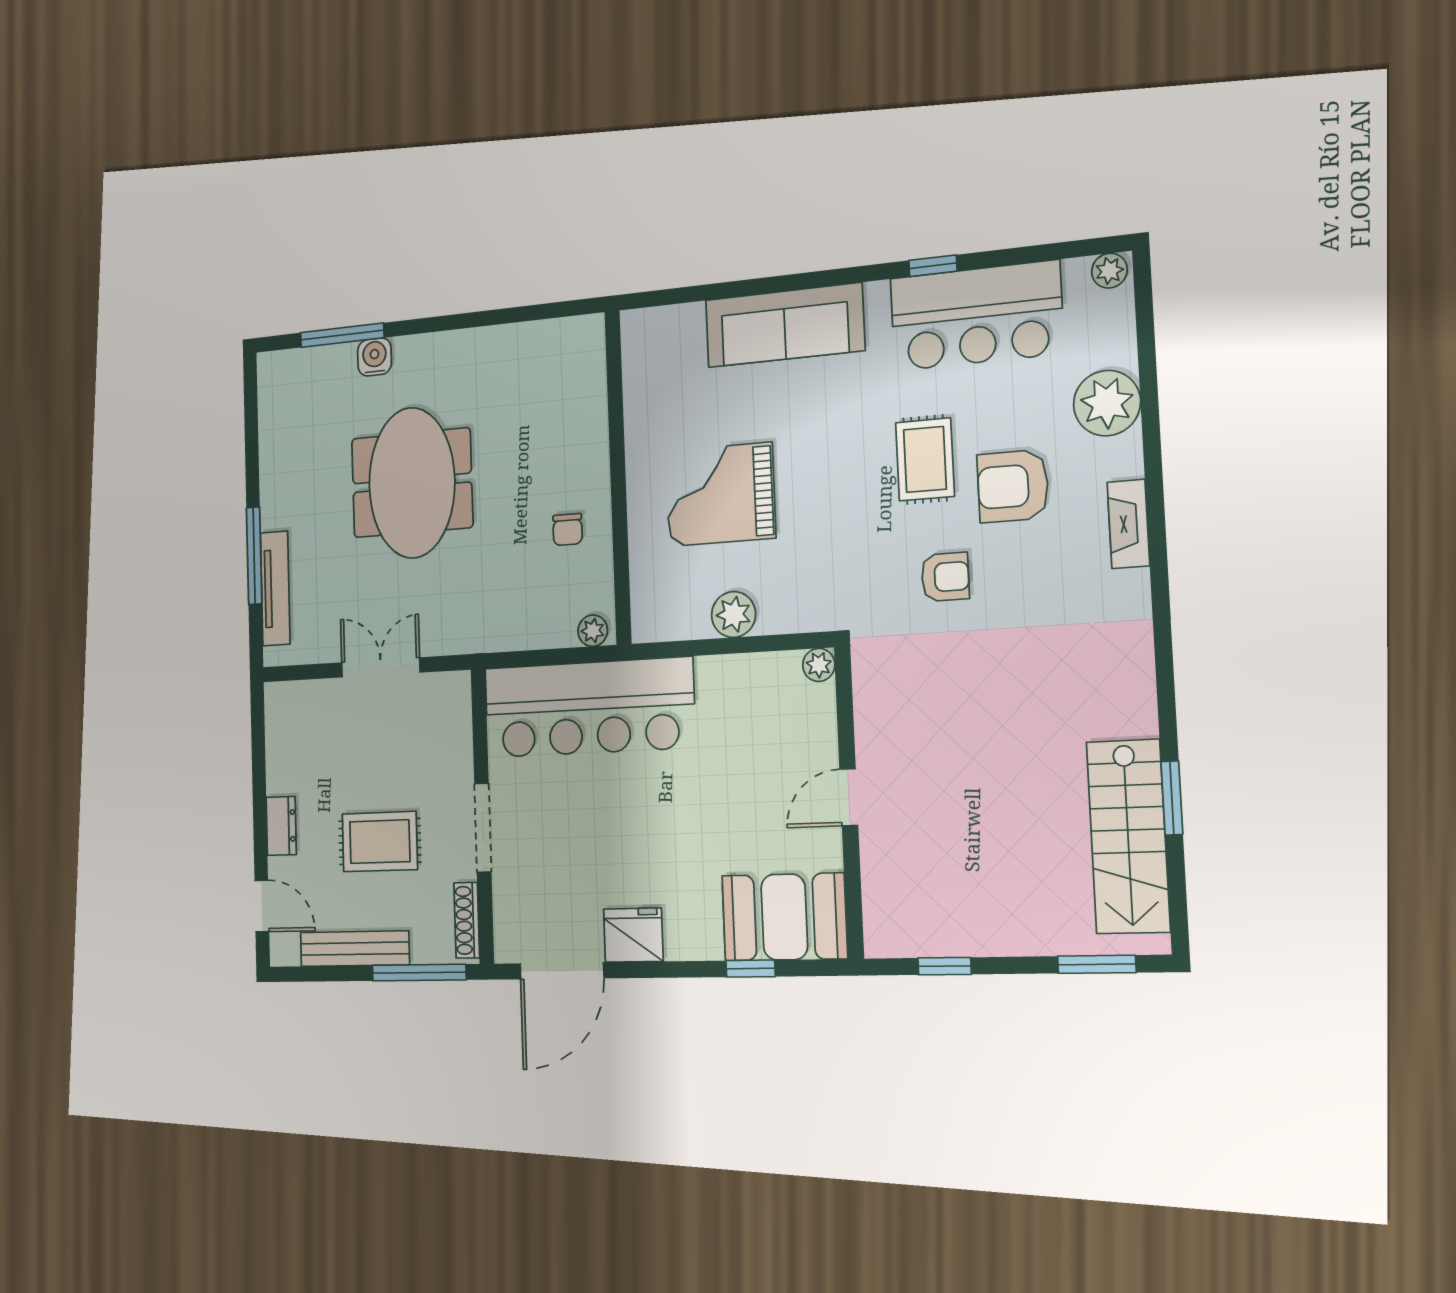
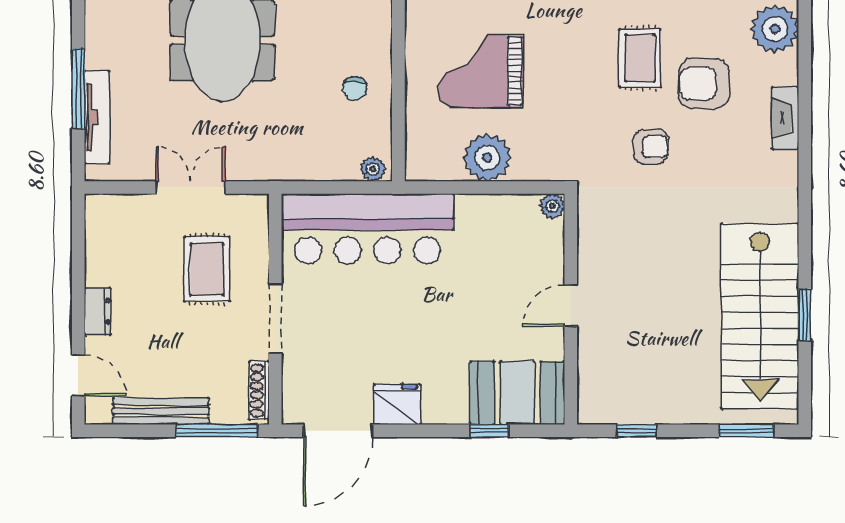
plant: (734, 614) -> (487, 158), width x1.36, depth x1.36
stairs: (1128, 837) -> (760, 316), width x1.36, depth x1.51
rug: (380, 842) -> (207, 269), moved, turned 90

